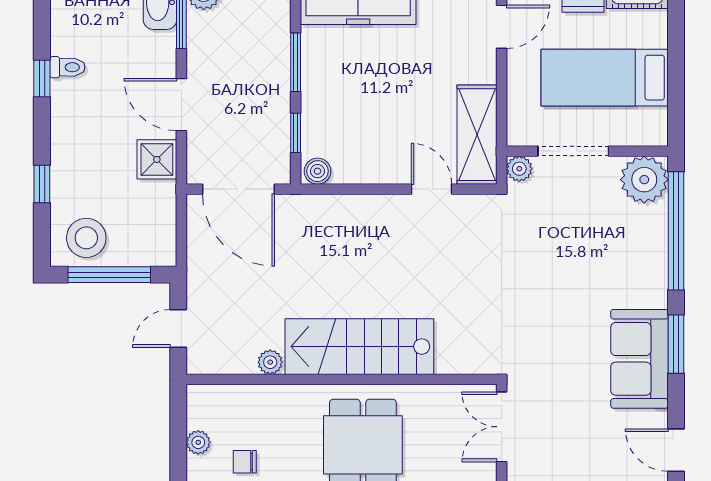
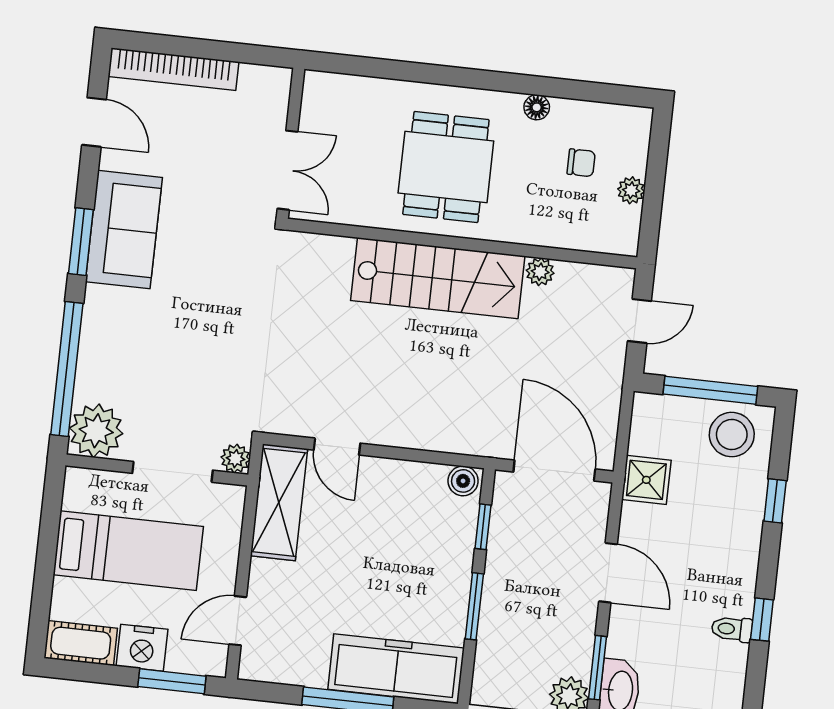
shower: (157, 159) -> (646, 480), moved

